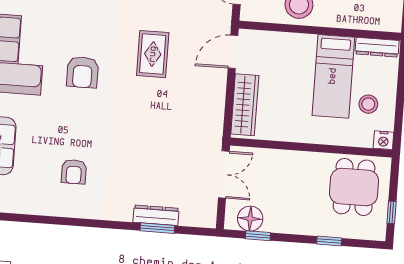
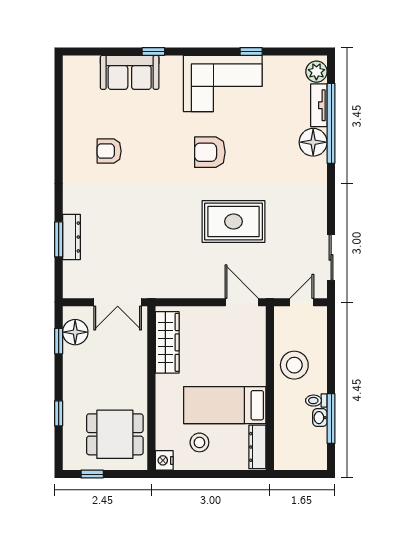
rug: (153, 54) -> (234, 221), width x1.36, depth x1.43
wardrobe: (245, 105) -> (167, 342), moved, turned -90

